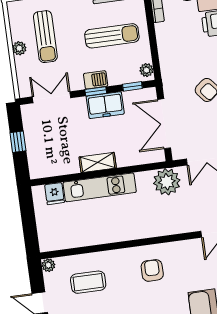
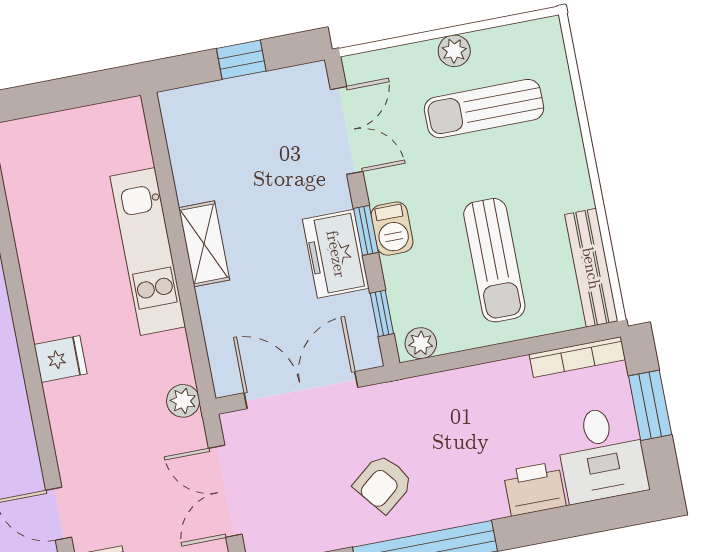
plant: (167, 182) -> (183, 401), width x0.53, depth x0.53
fridge: (55, 194) -> (60, 359), moved, turned 180

